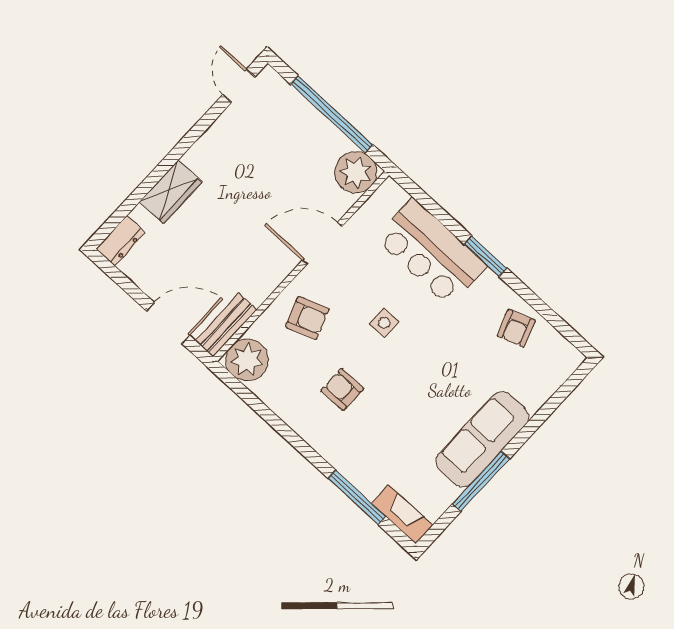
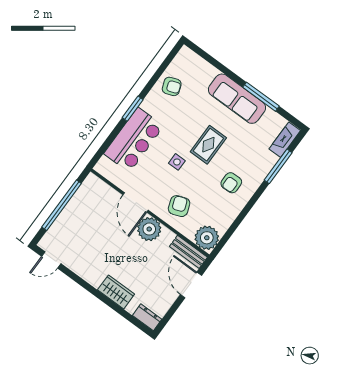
plant: (356, 172) -> (149, 229), moved
rug: (408, 381) -> (208, 145), added
armchair: (342, 389) -> (231, 183), moved

